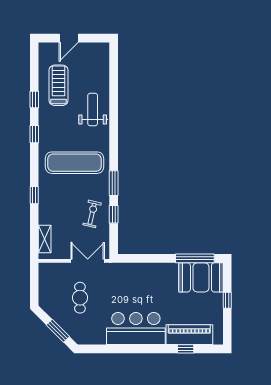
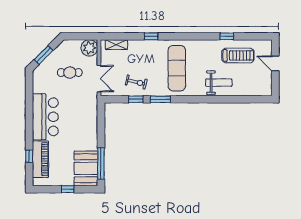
window: (34, 134) -> (199, 36), removed
plant: (49, 273) -> (89, 48), added

